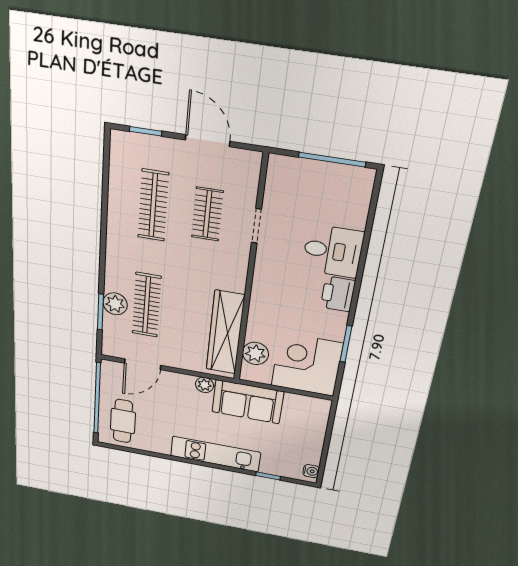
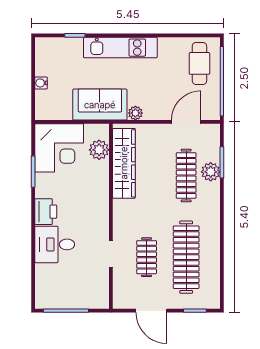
clothes rail: (153, 205) -> (186, 257), width x1.37, depth x1.31
water cooler: (311, 471) -> (41, 83), moved

